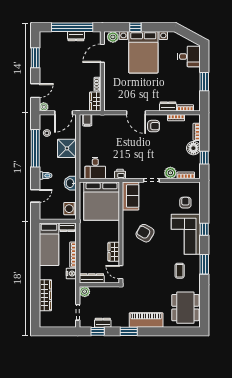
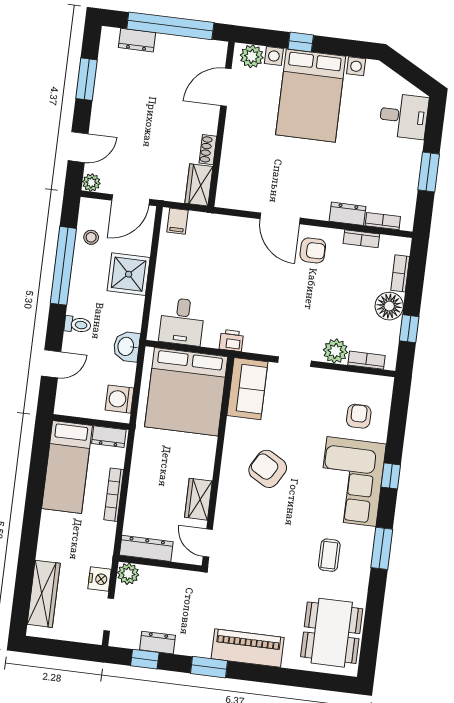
dresser: (76, 36) -> (137, 40), moved
nightstand: (71, 274) -> (100, 579), moved
wardrobe: (45, 295) -> (44, 594), moved

